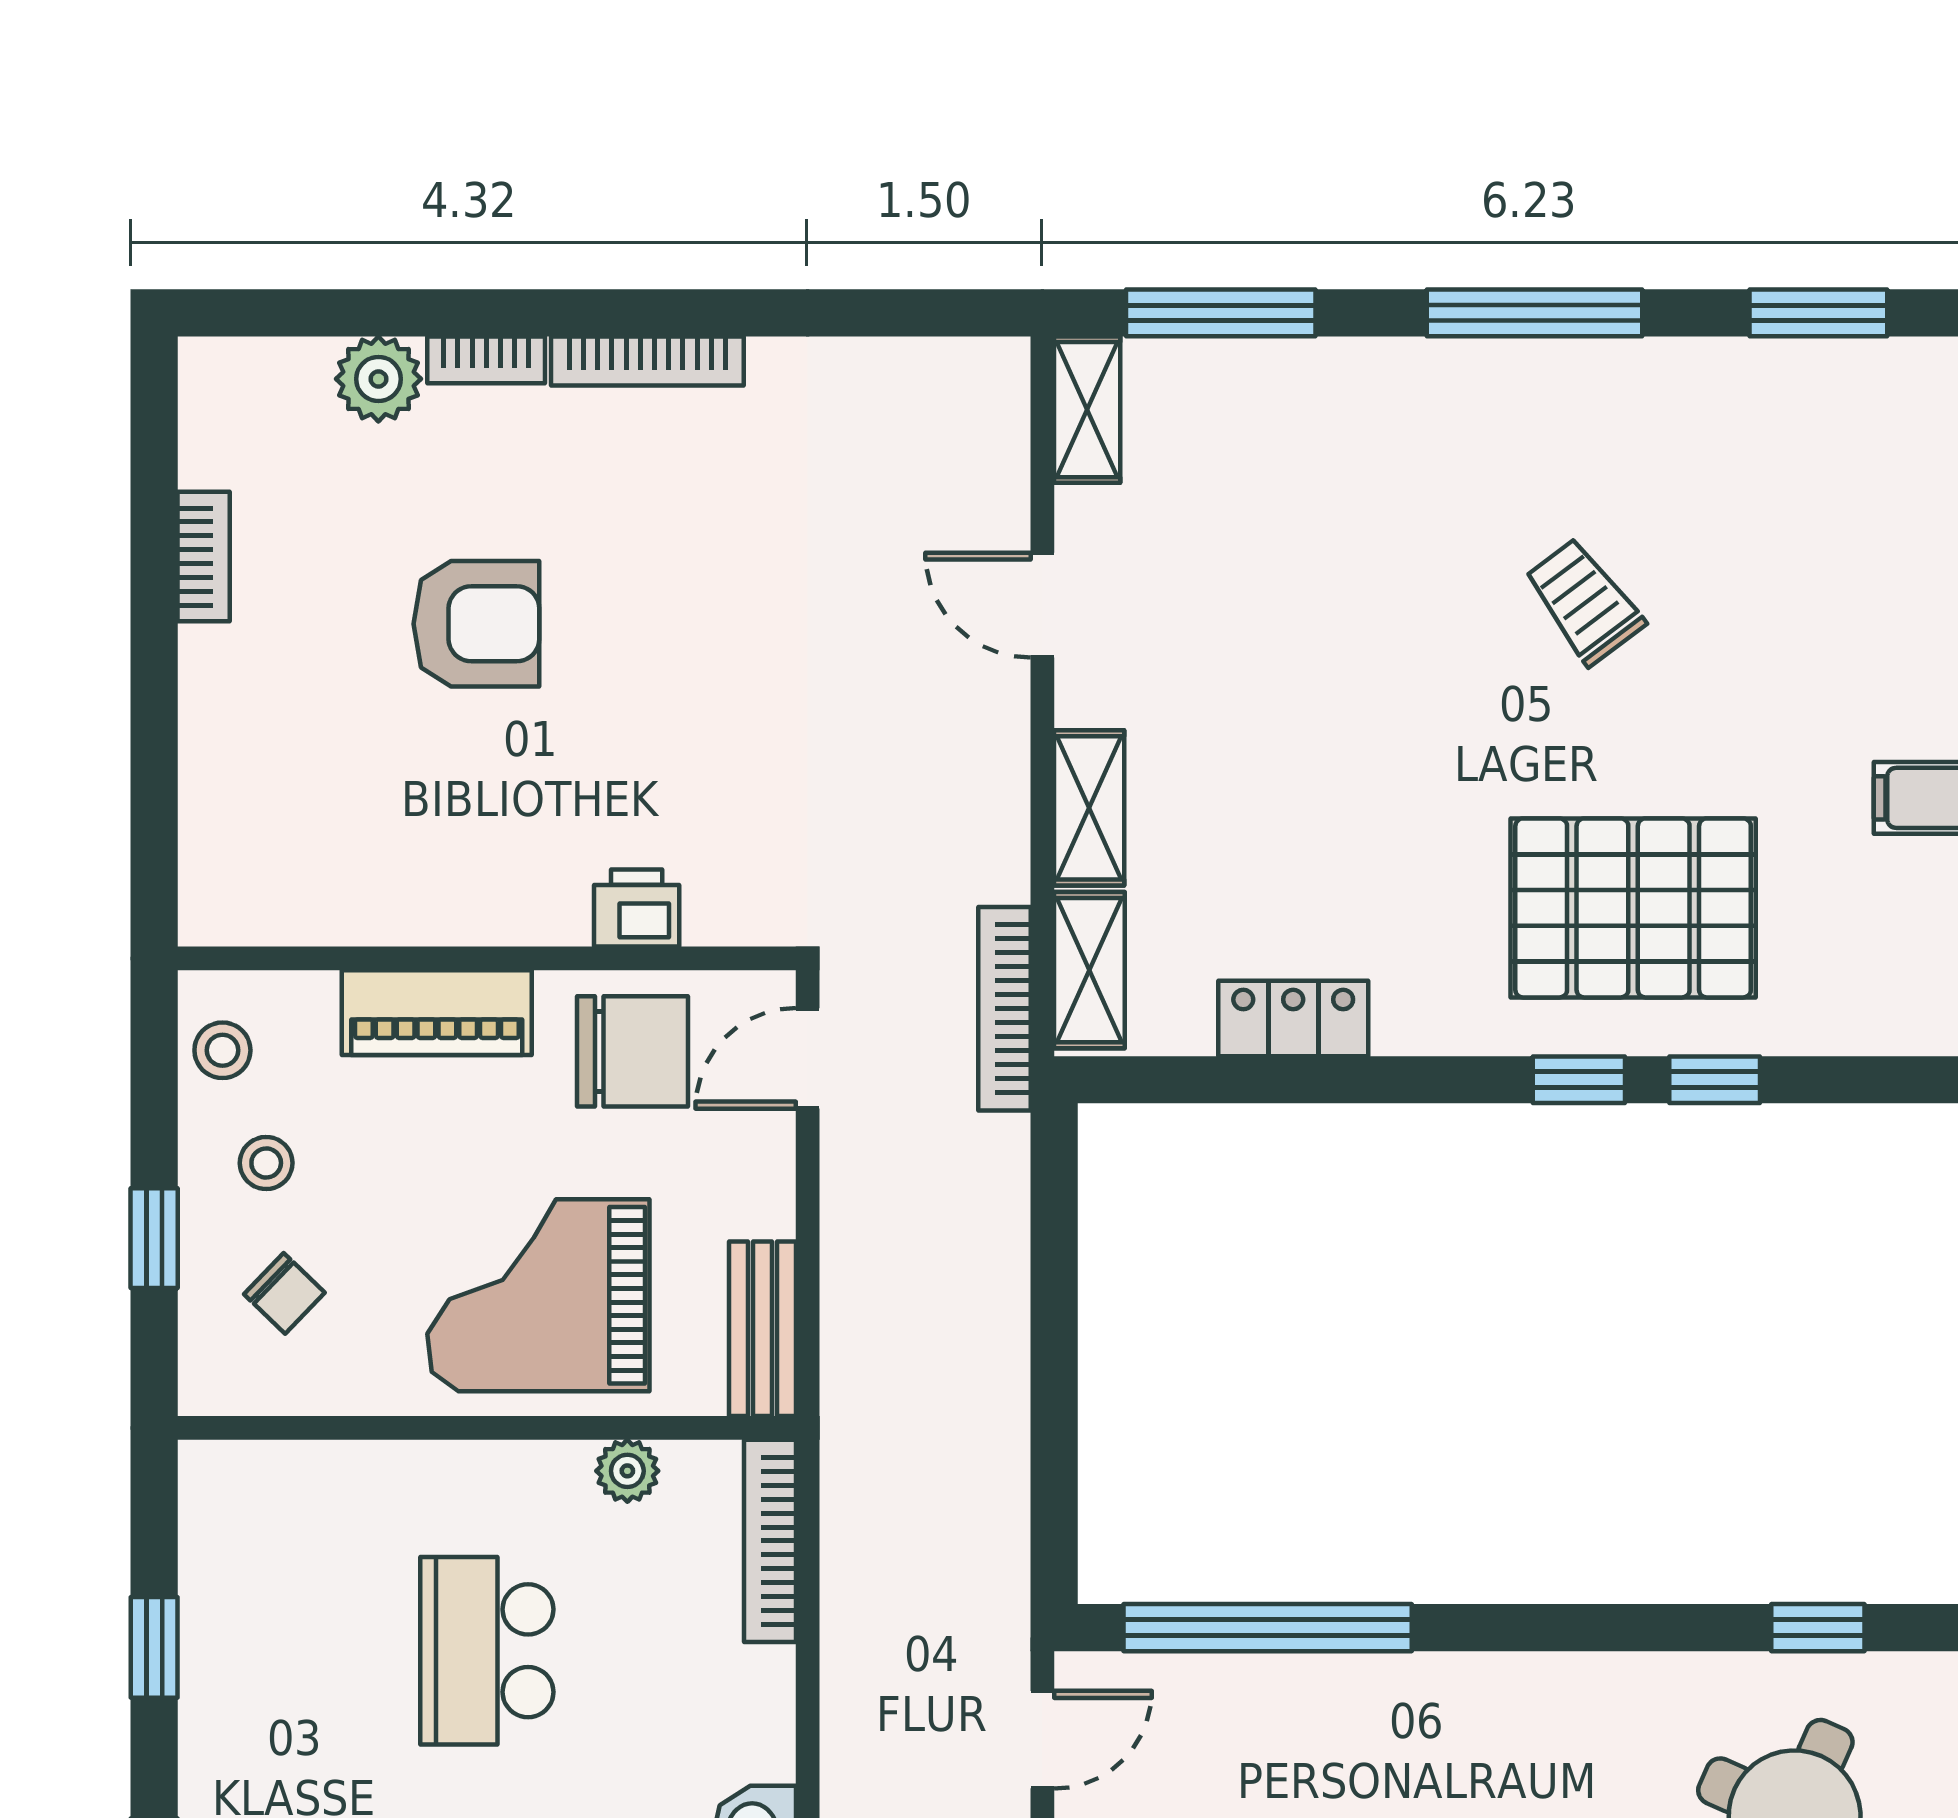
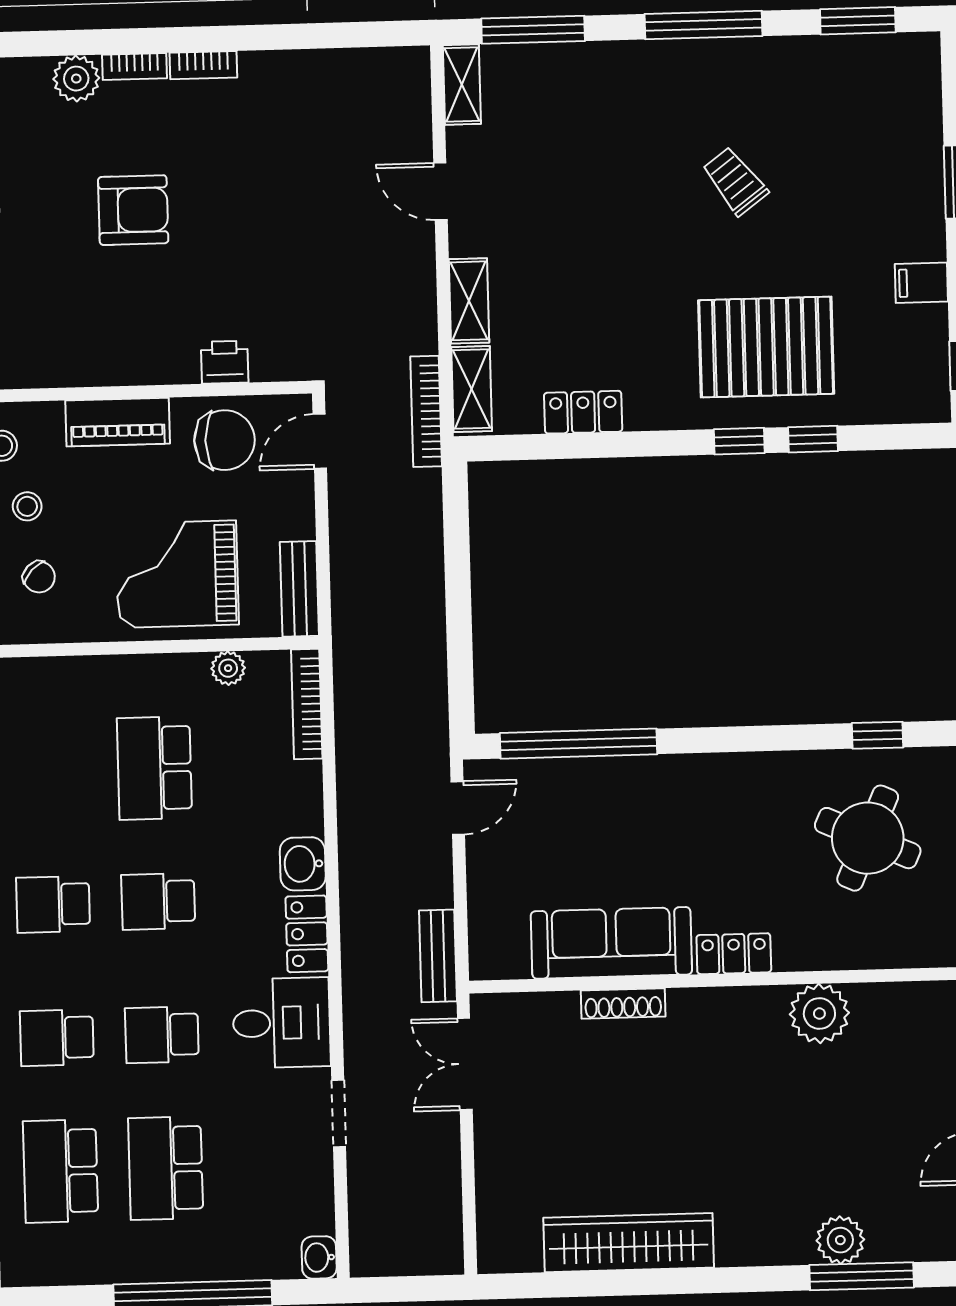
bookcase: (647, 361) -> (203, 65), width x0.64

